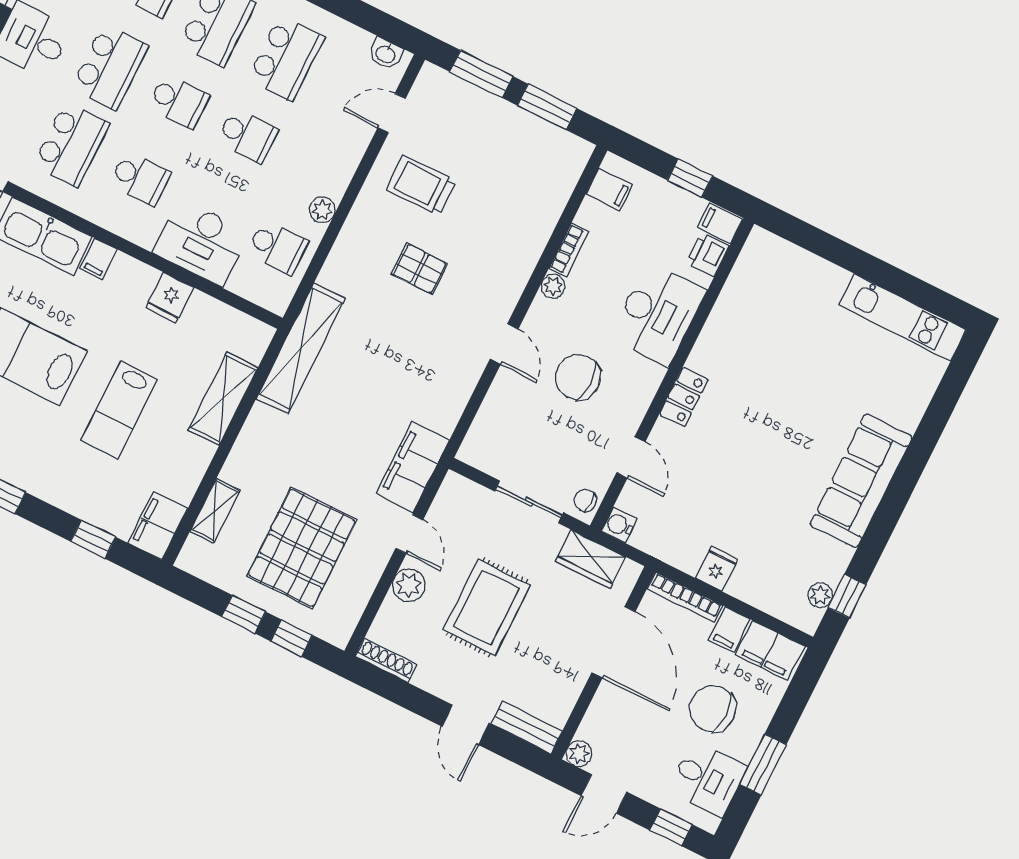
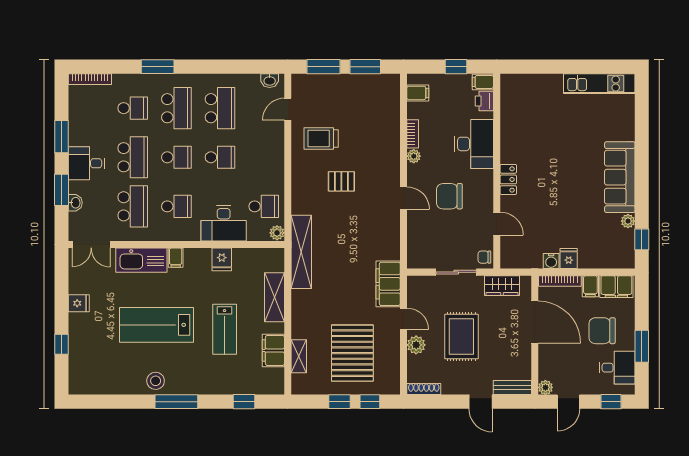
plant: (322, 210) -> (277, 233), moved
water cooler: (619, 525) -> (551, 261), moved, turned -90
filing cabinet: (158, 526) -> (273, 350), moved
plant: (820, 595) -> (628, 221), moved

